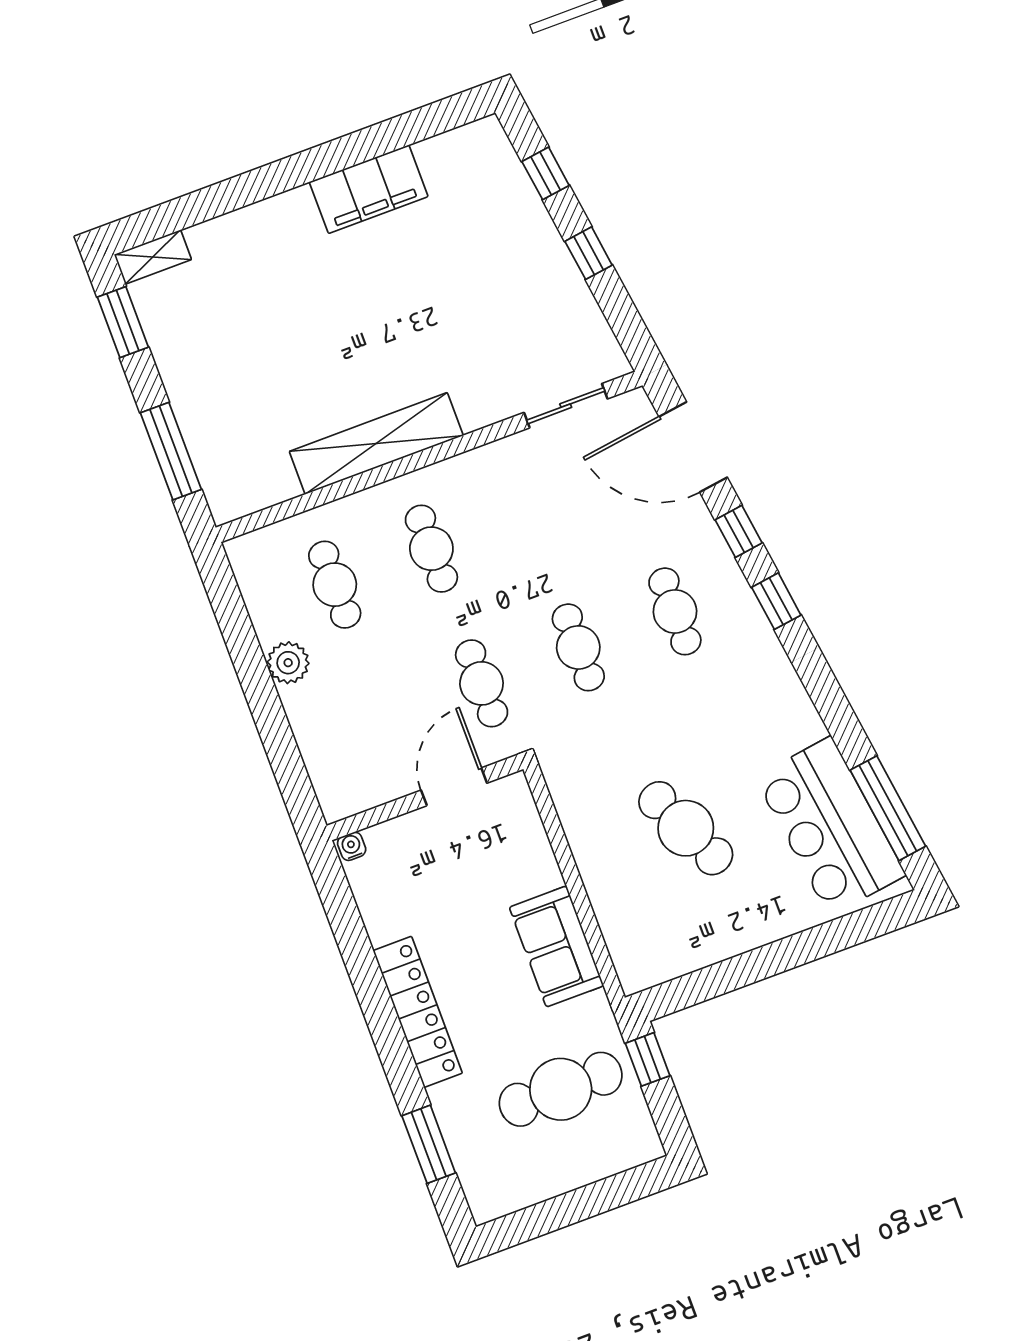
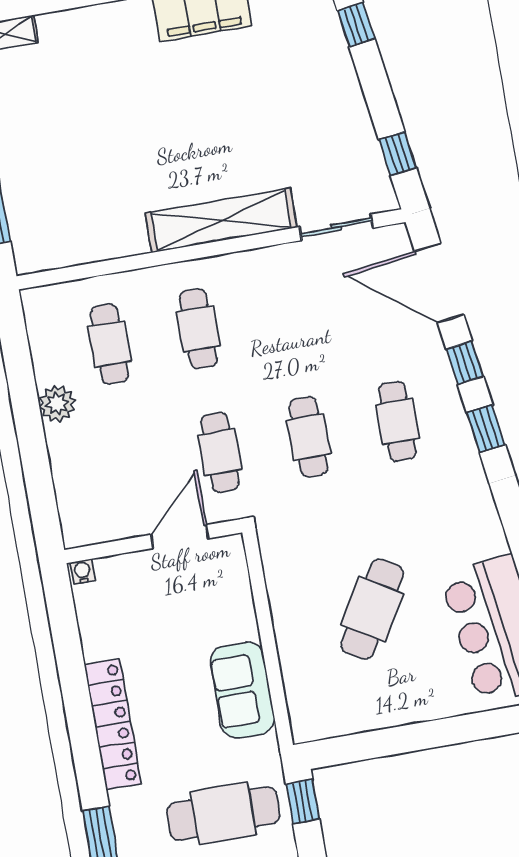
window: (589, 253) -> (398, 154), moved
shelving: (376, 443) -> (221, 220), moved
cafe table: (686, 828) -> (372, 609), turned 56

